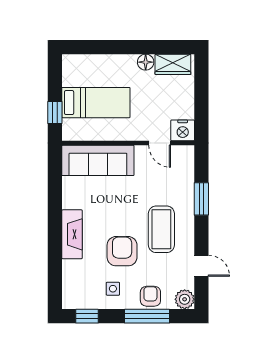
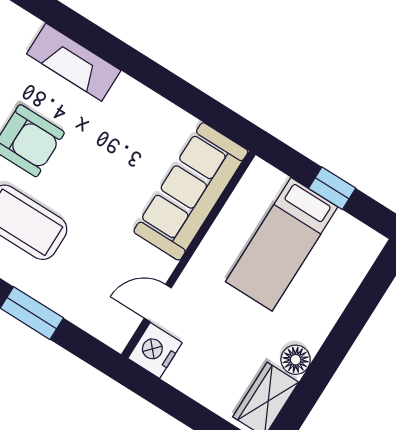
window: (55, 113) -> (332, 188), moved
fireplace: (72, 234) -> (74, 62), moved

